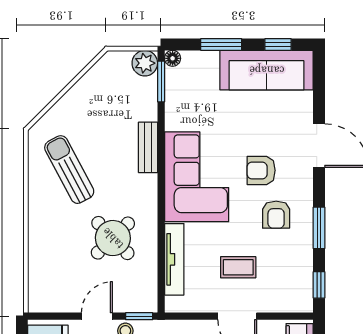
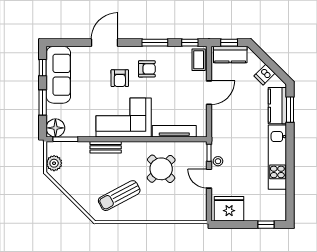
floor lamp: (173, 58) -> (55, 128), width x1.89, depth x1.89
plant: (145, 63) -> (54, 163), moved
coffee table: (238, 267) -> (199, 60), moved

